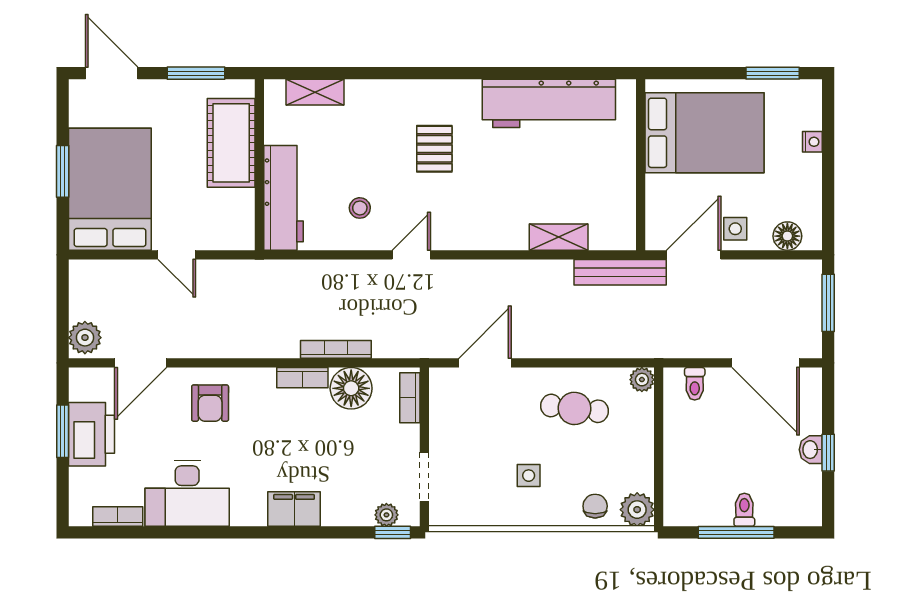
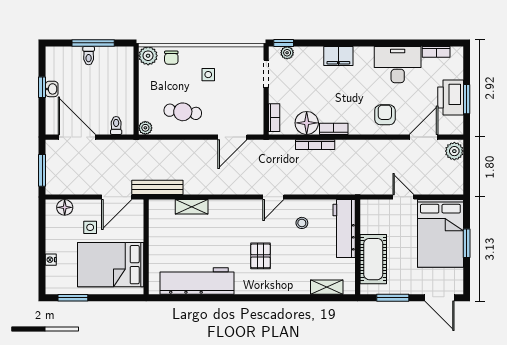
side table: (735, 229) -> (90, 227), moved

